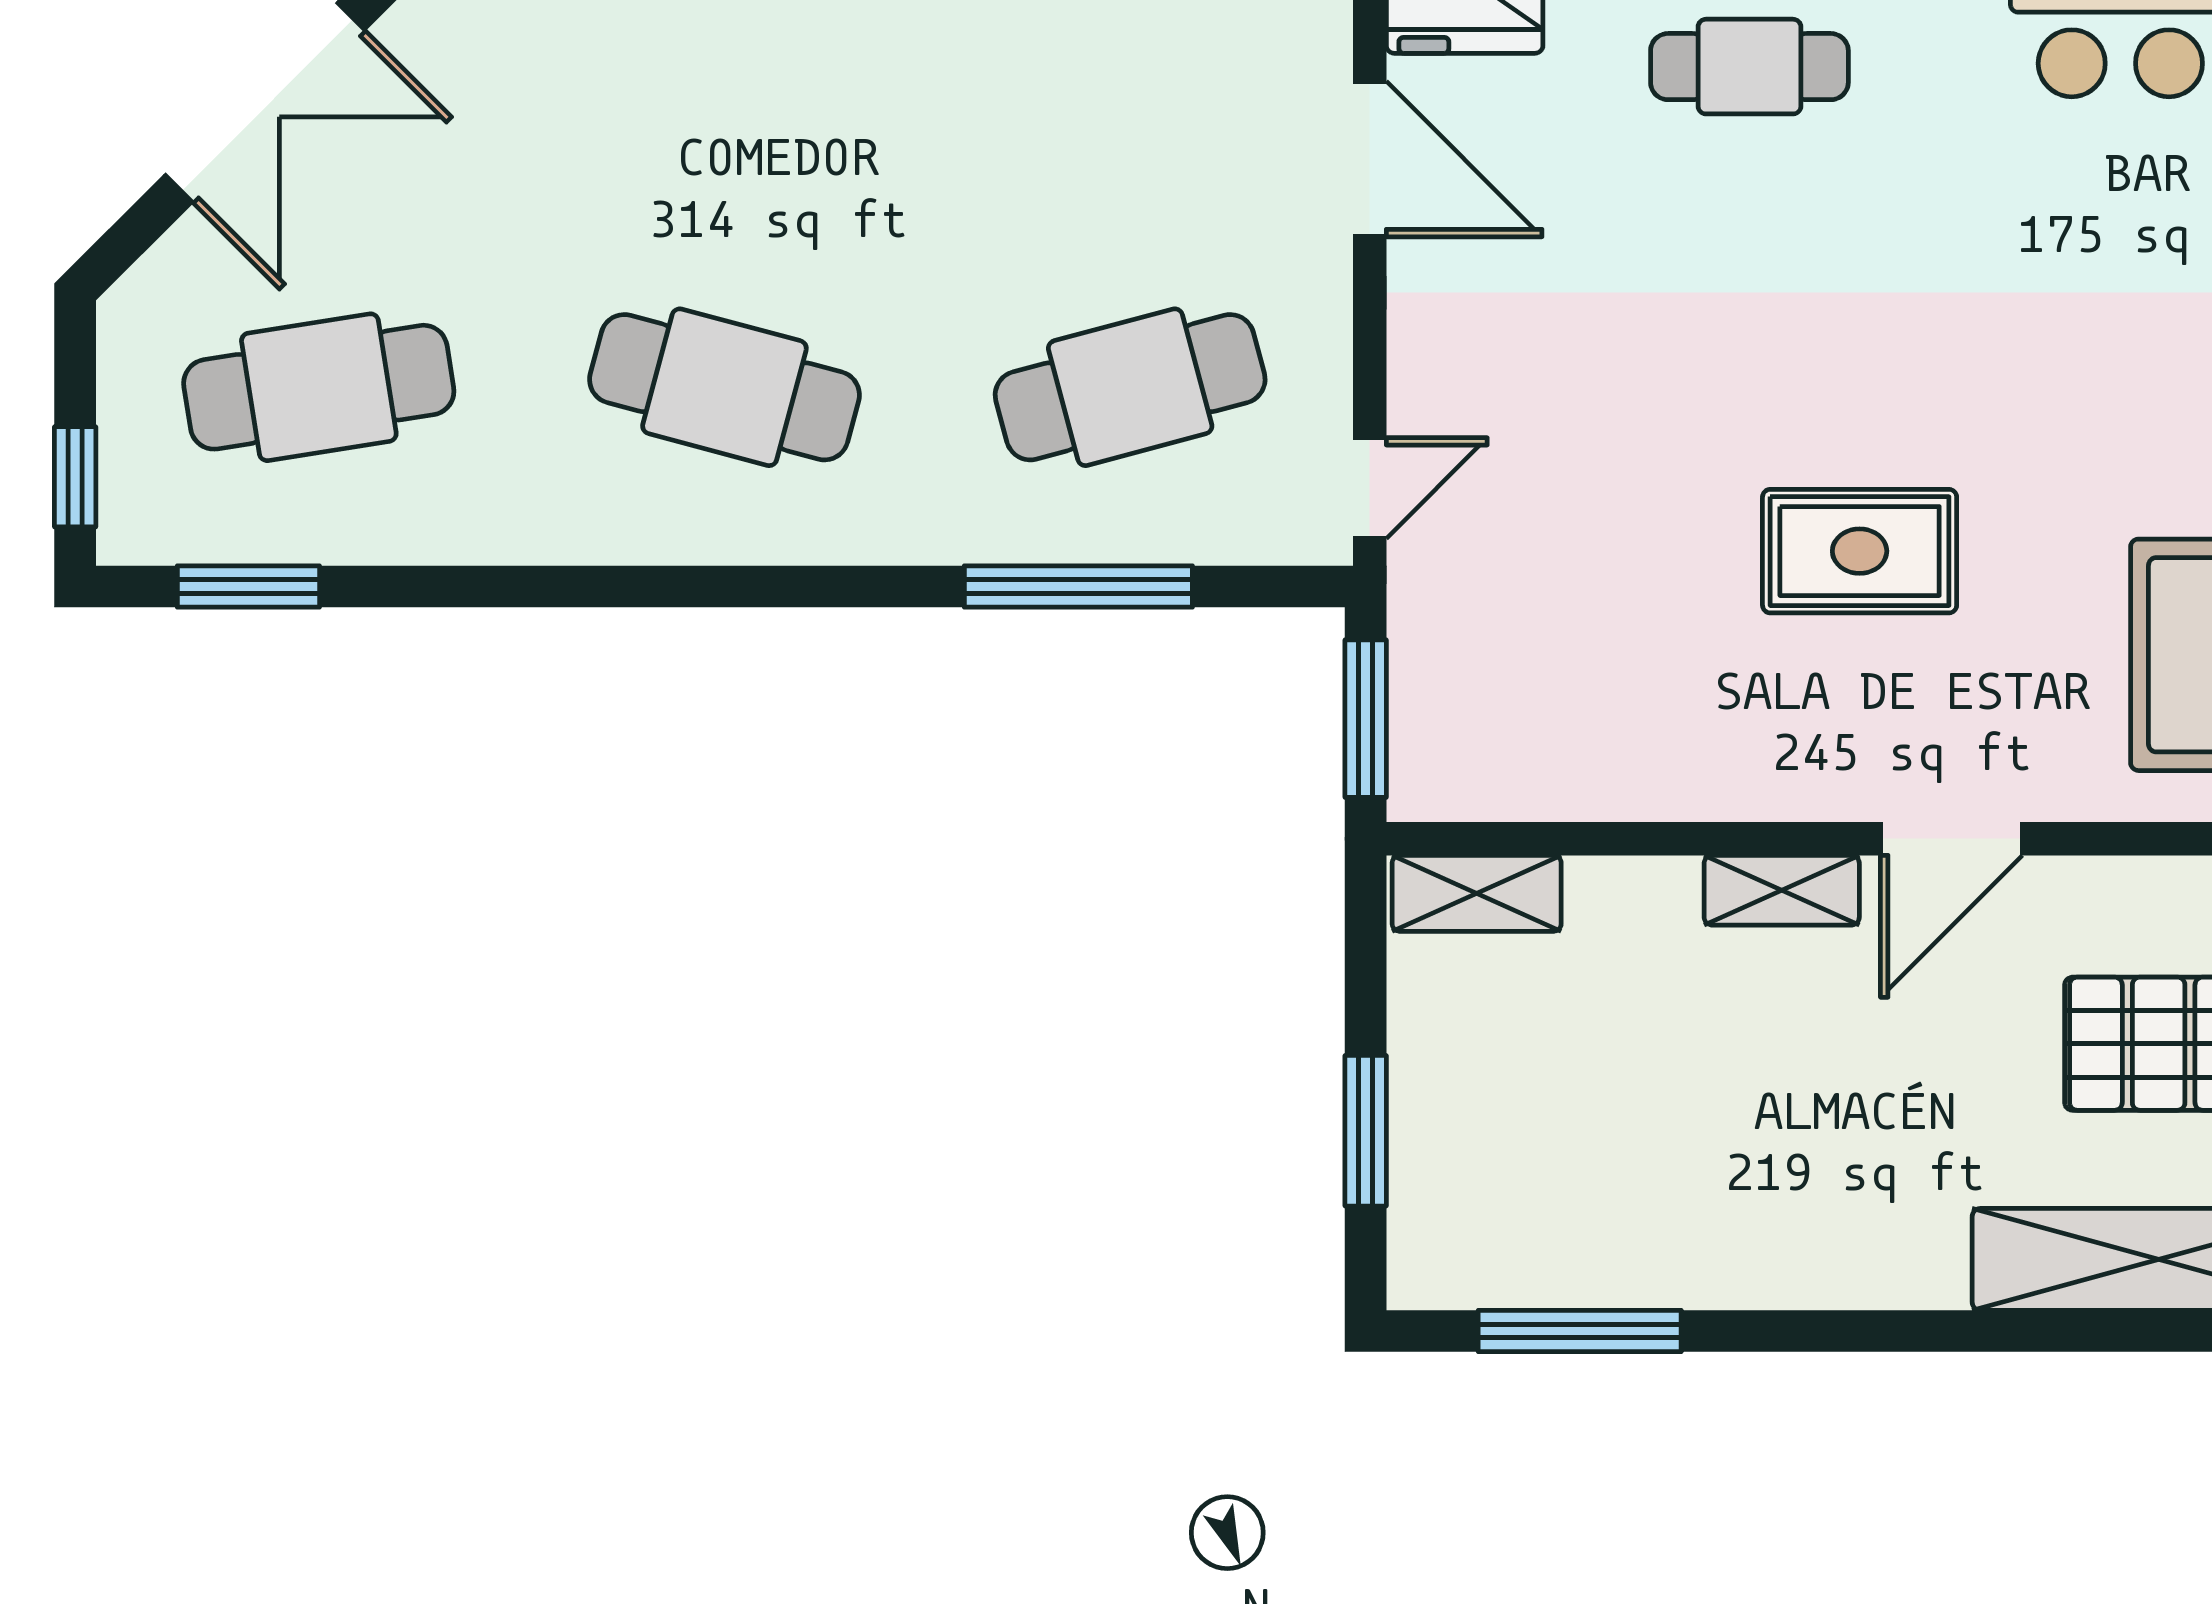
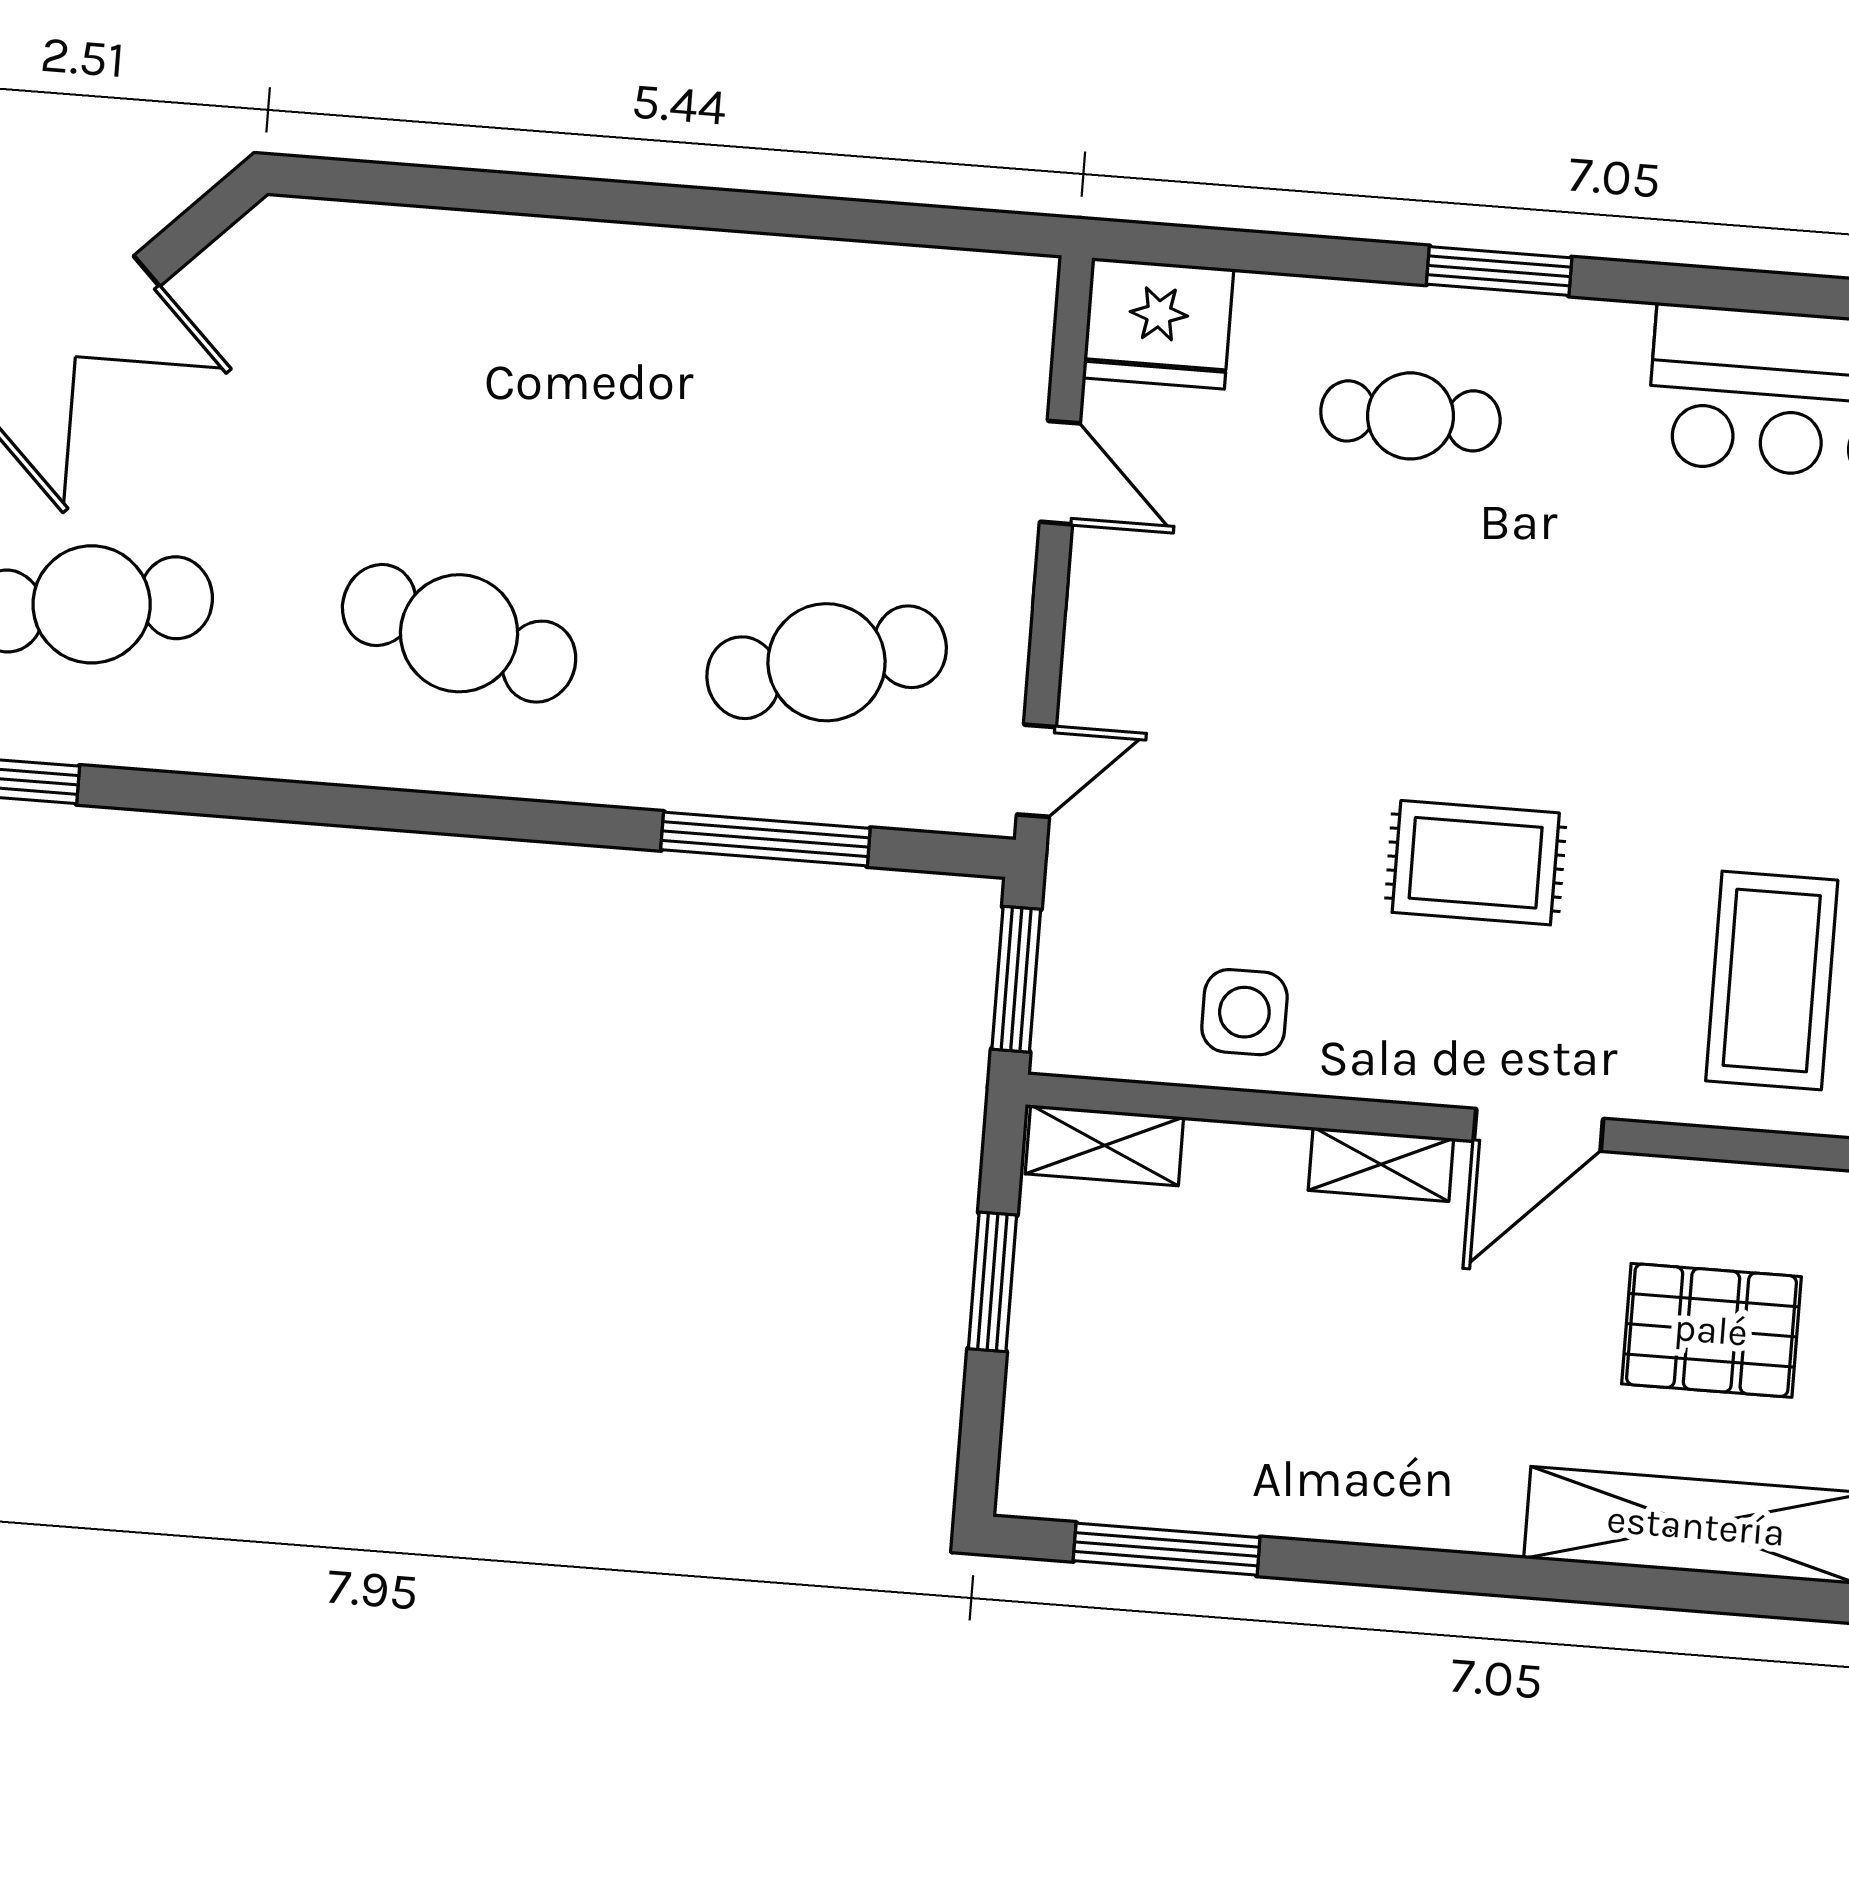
door: (1370, 159) -> (1060, 473), width x0.73
side table: (1619, 735) -> (1244, 1012), added
window: (1366, 1131) -> (992, 1282), moved

